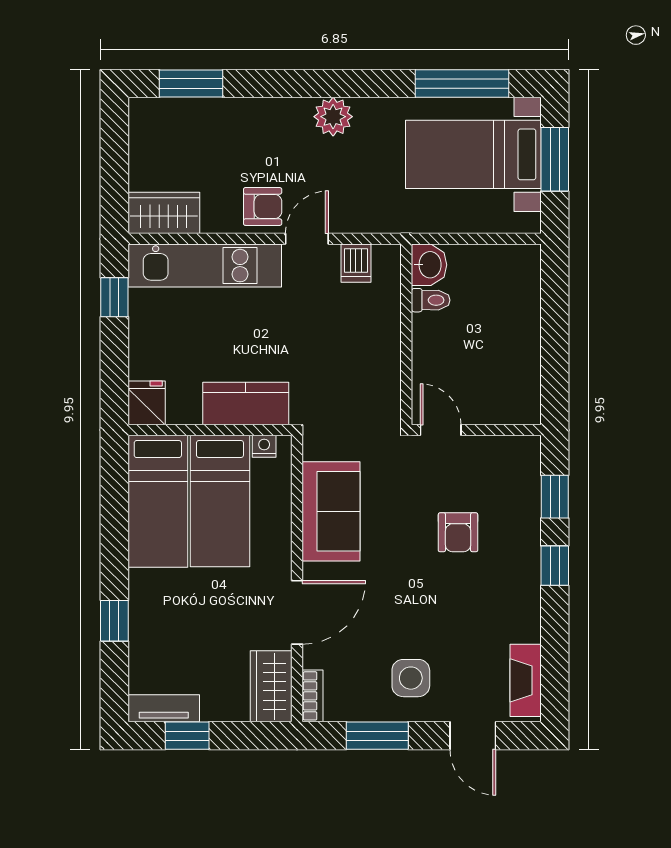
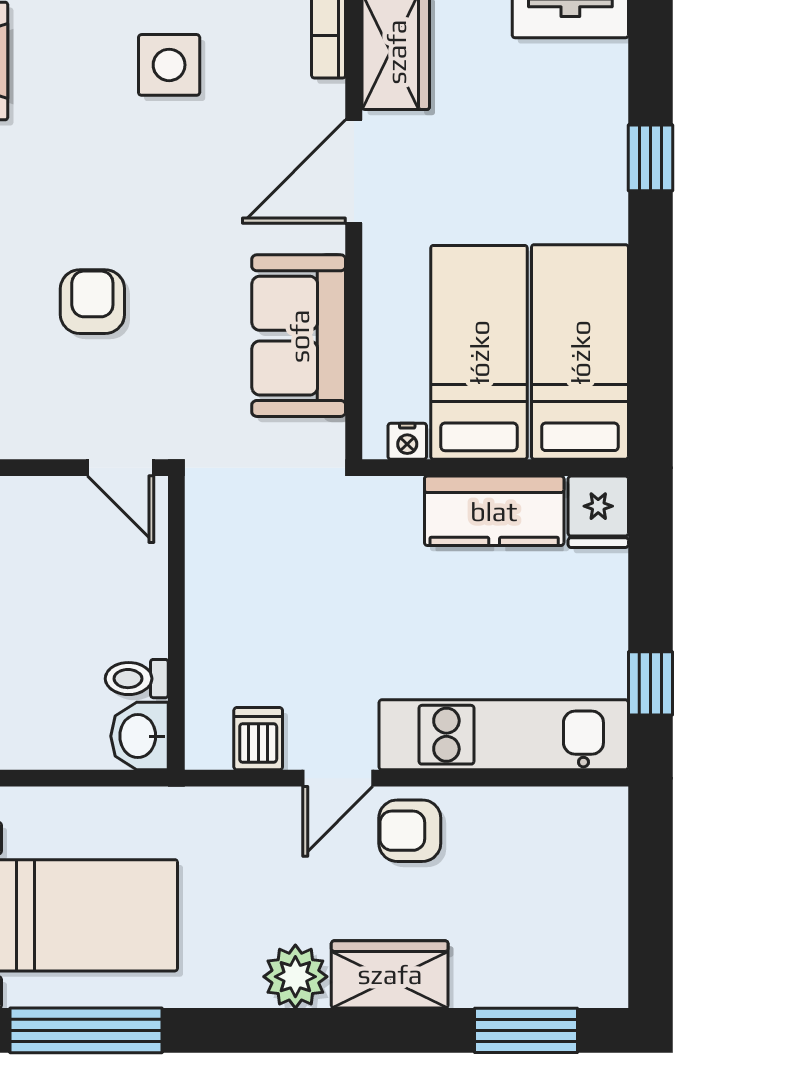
wardrobe: (164, 213) -> (390, 974), moved, turned 180
kitchen counter: (246, 403) -> (494, 511), moved

